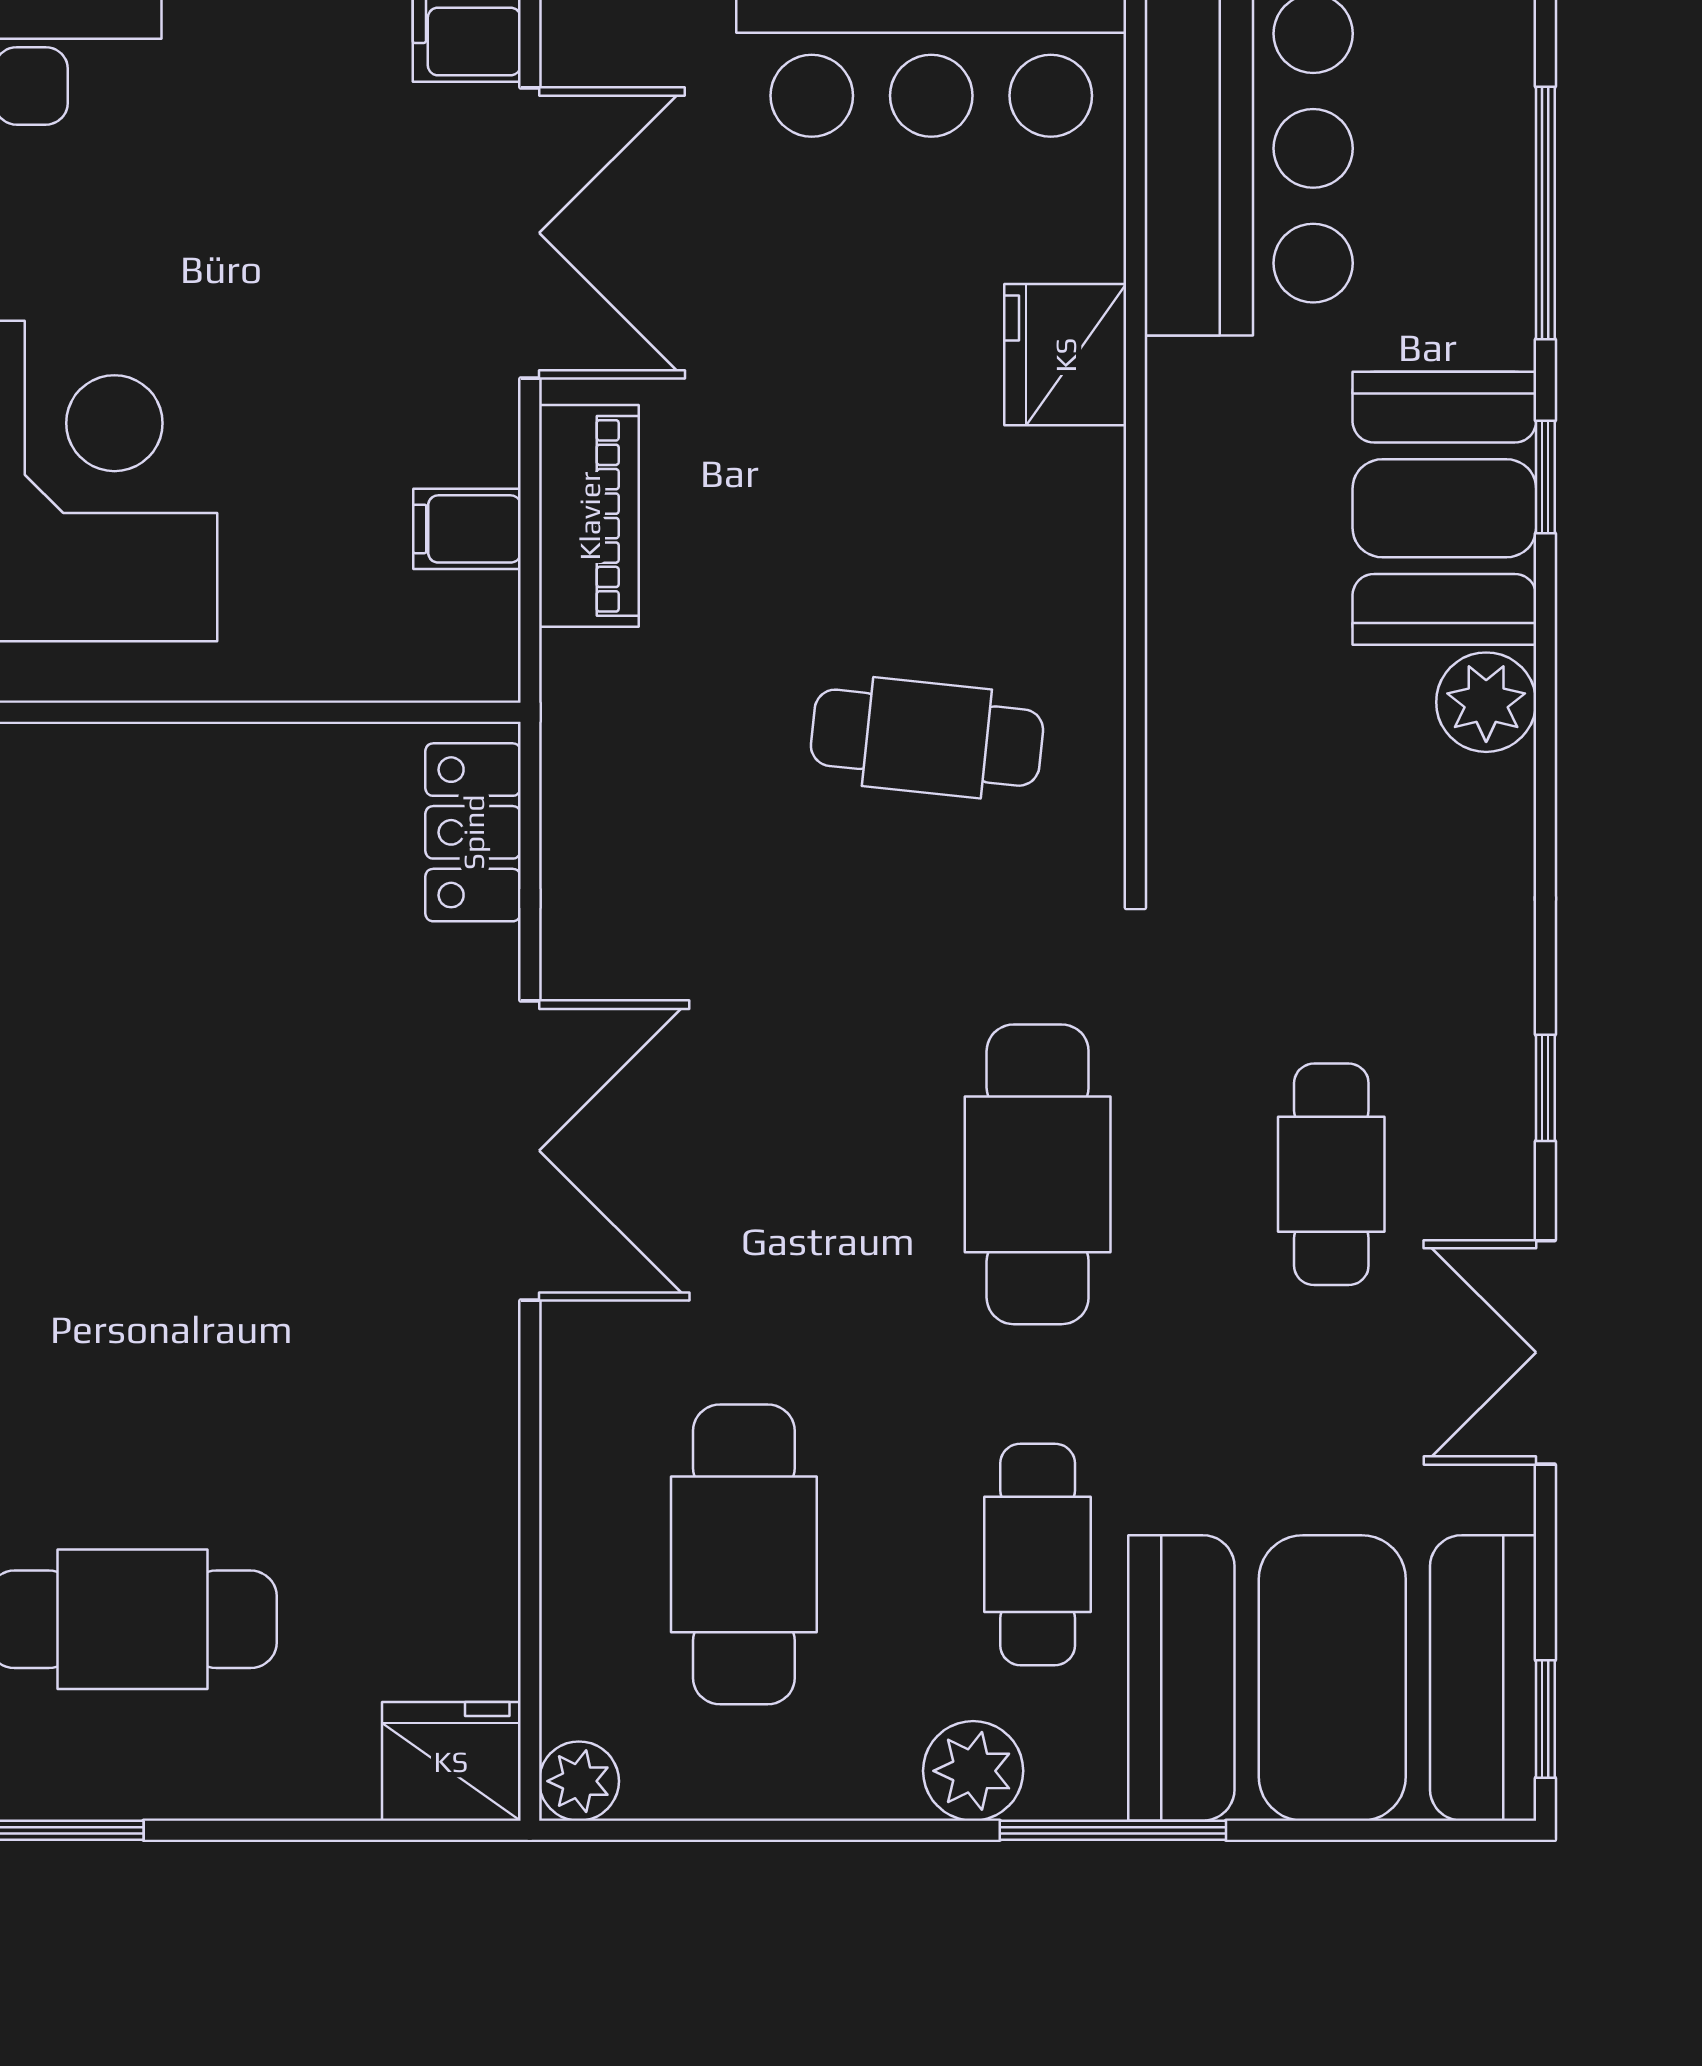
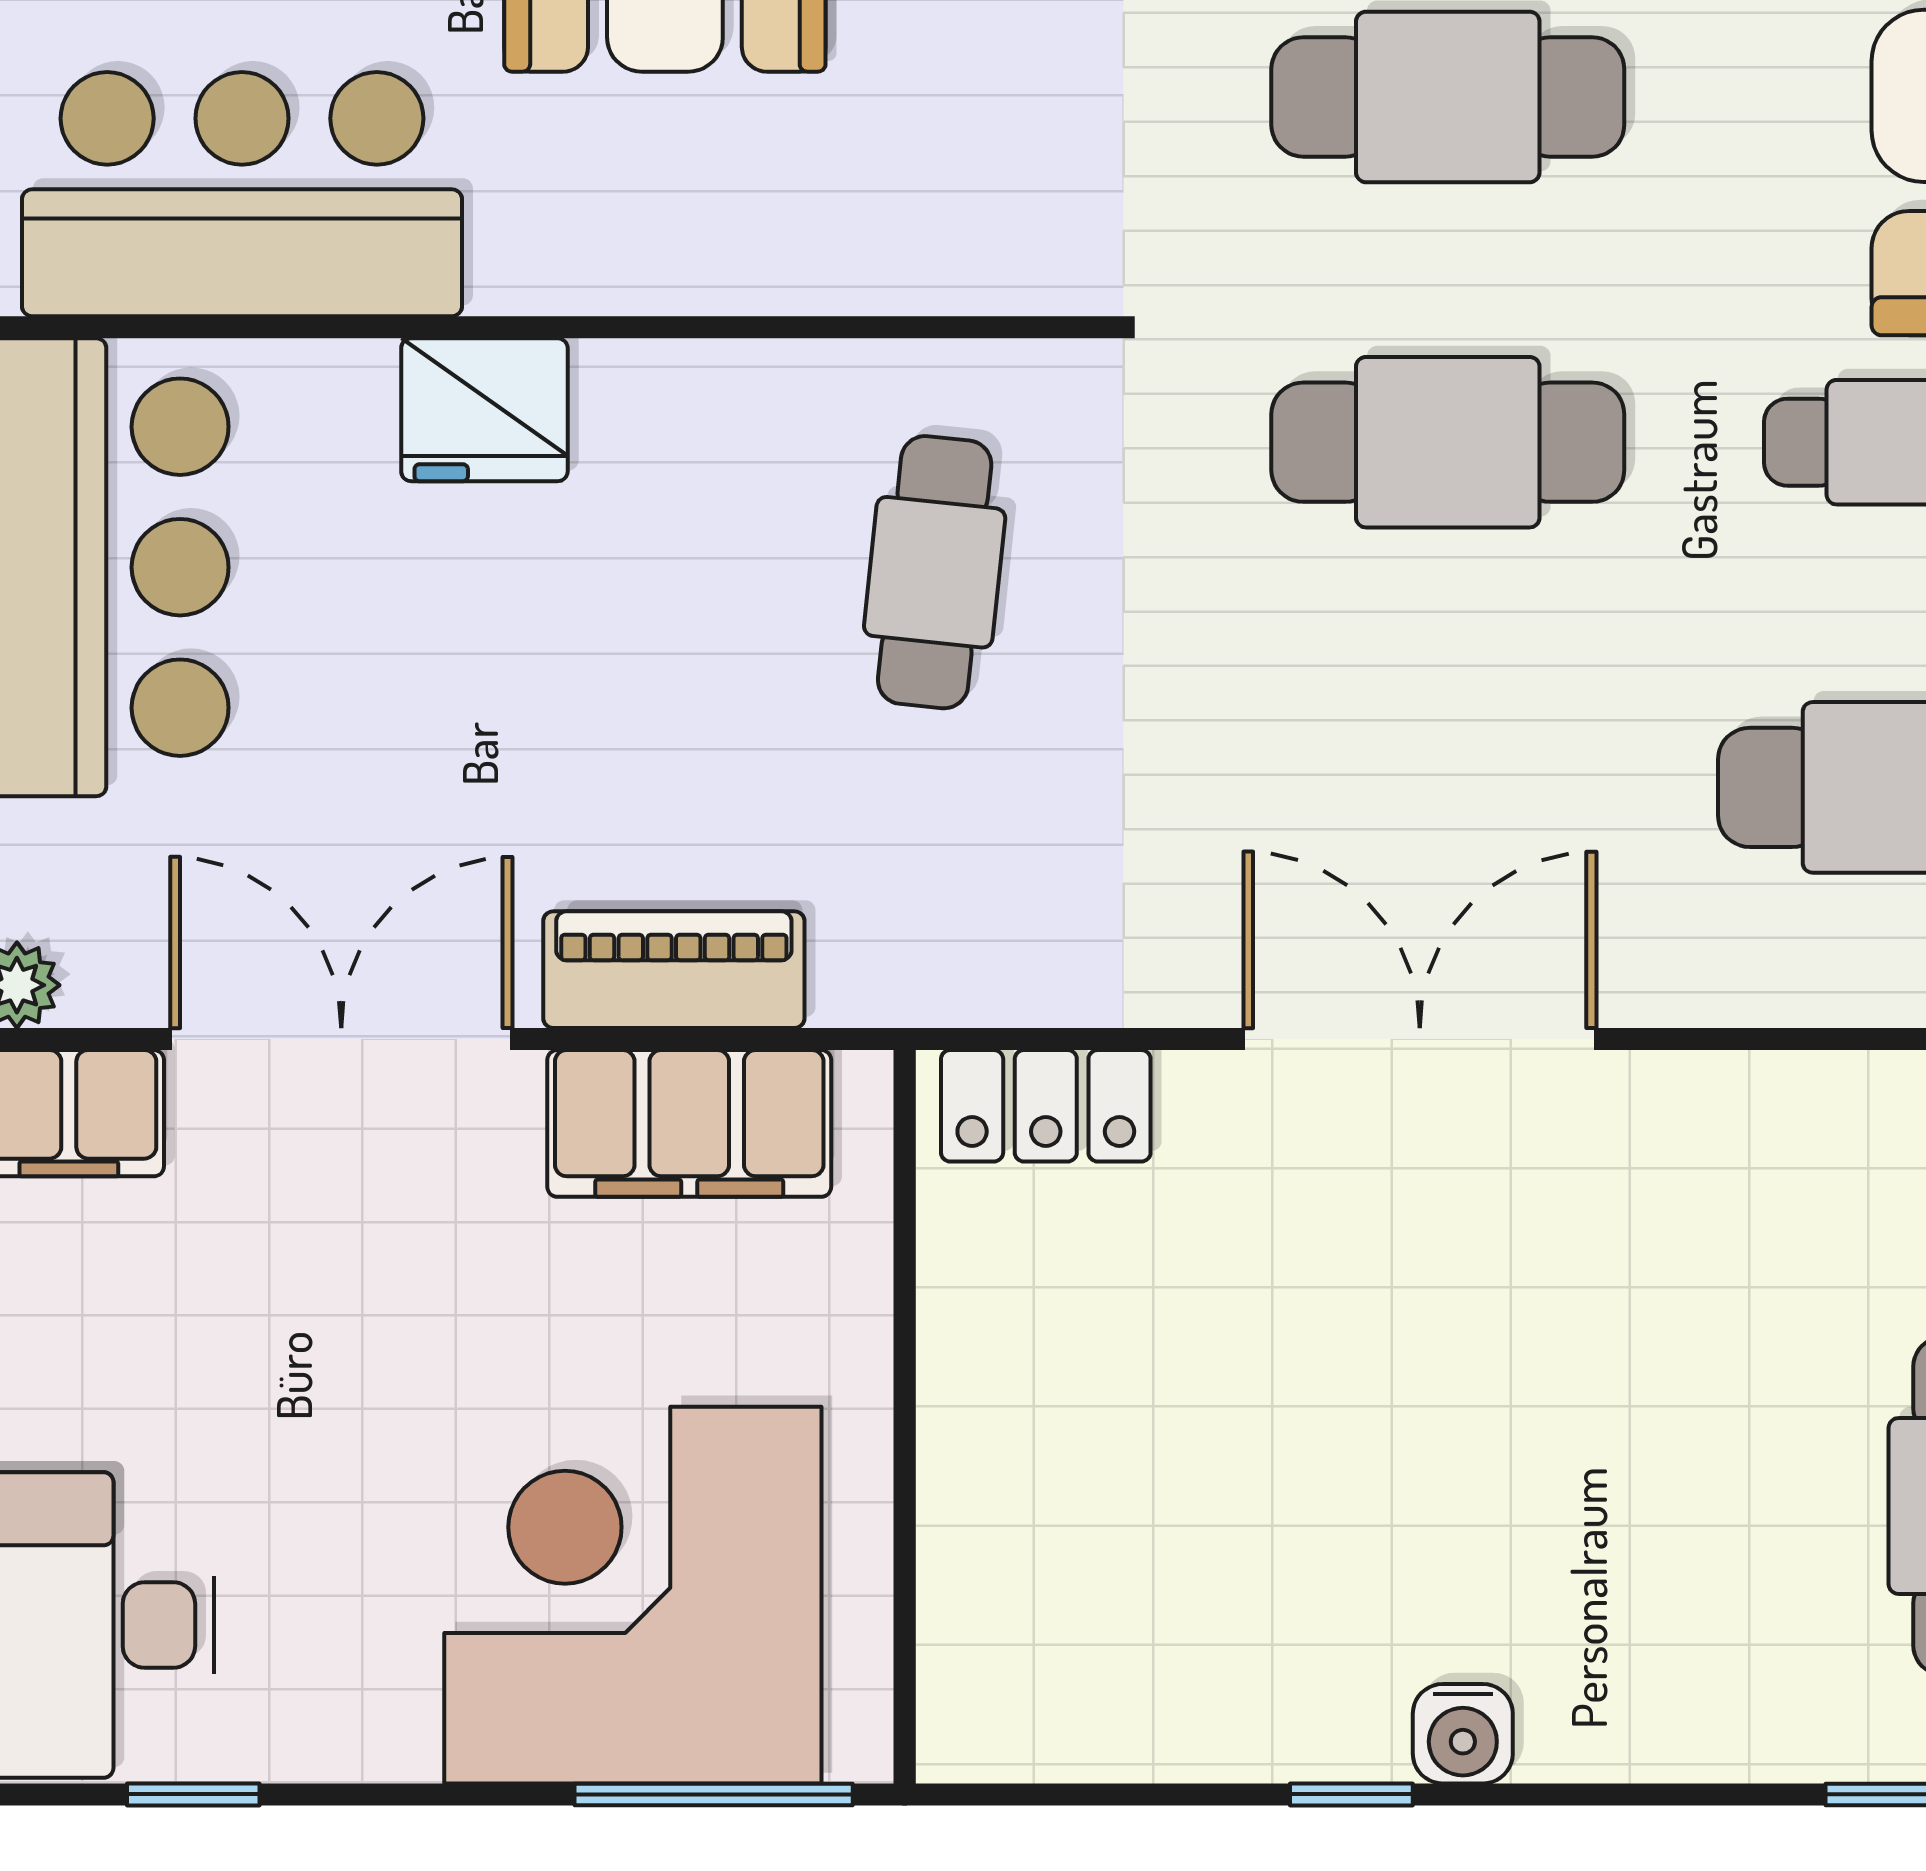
filing cabinet: (467, 529) -> (689, 1123), width x3.00, depth x1.17
cafe table: (1331, 1174) -> (1448, 97), width x1.37, depth x1.35

